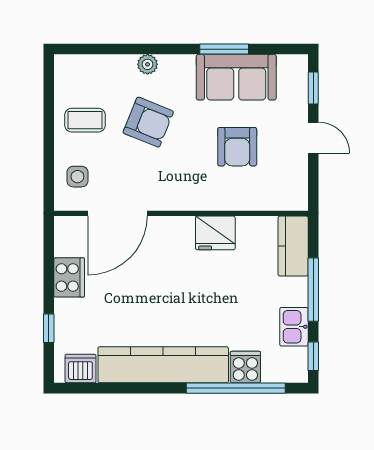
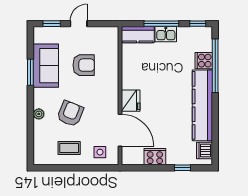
coffee table: (85, 120) -> (69, 148), turned 90
fridge: (215, 233) -> (131, 101), moved
kitchen sink: (294, 327) -> (166, 34), moved

